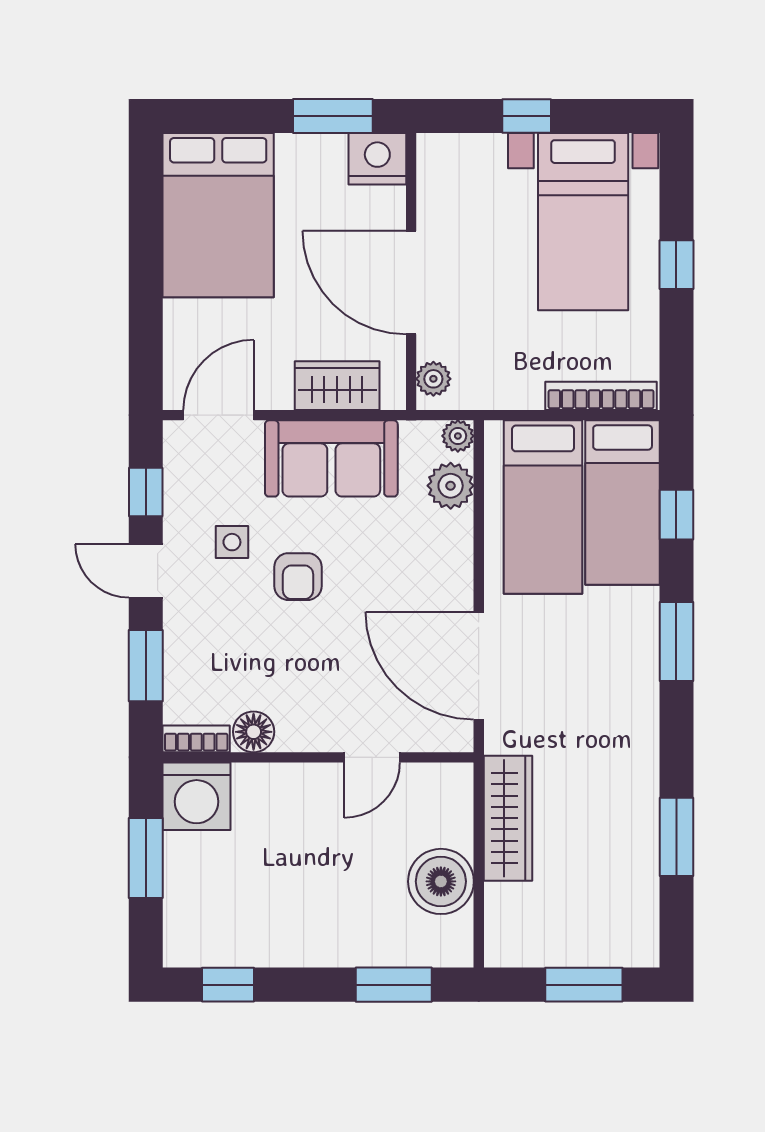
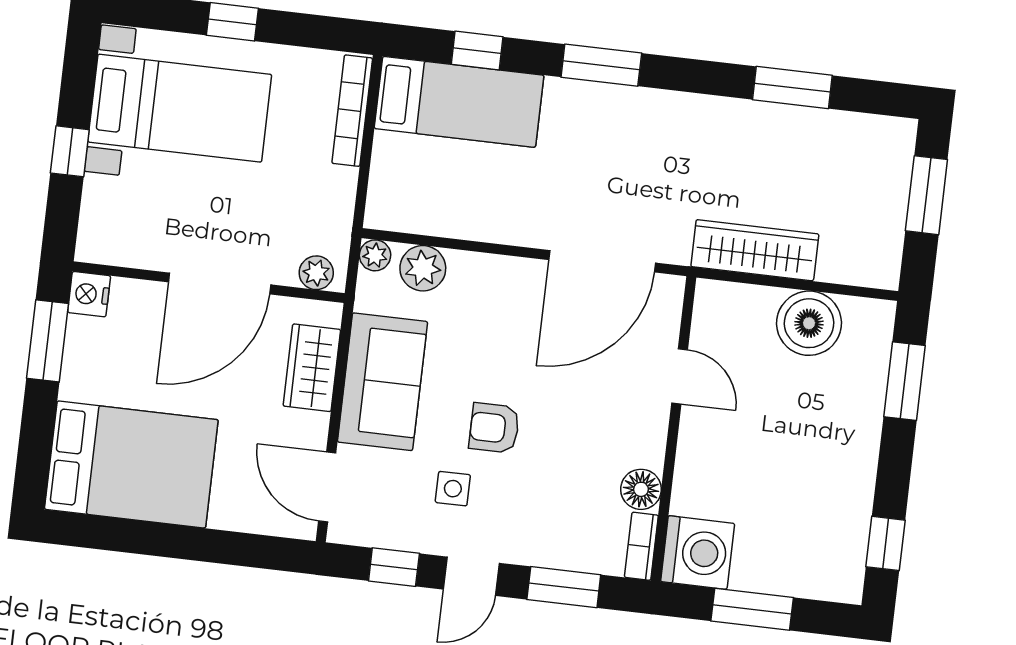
nightstand: (377, 159) -> (89, 294), width x0.74, depth x0.75
bed: (543, 507) -> (454, 180), removed
armchair: (298, 577) -> (494, 428), turned 180

